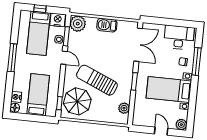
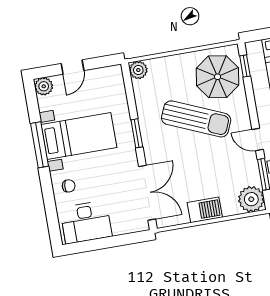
double door: (138, 45) -> (147, 193), swing flipped
window: (197, 62) -> (39, 145), moved
plant: (124, 108) -> (138, 70), moved
door: (161, 131) -> (72, 67), hinge flipped

